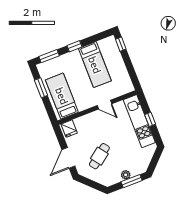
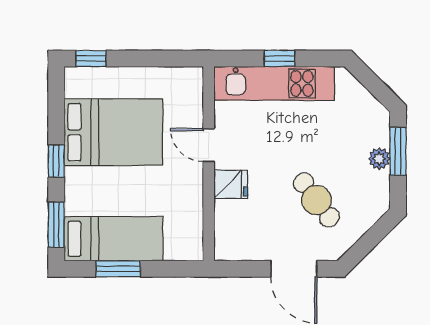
bed: (95, 65) -> (113, 132), width x1.50
bed: (62, 96) -> (113, 239), moved, turned 180
door: (105, 105) -> (209, 145), swing flipped
fridge: (69, 129) -> (231, 184), moved

